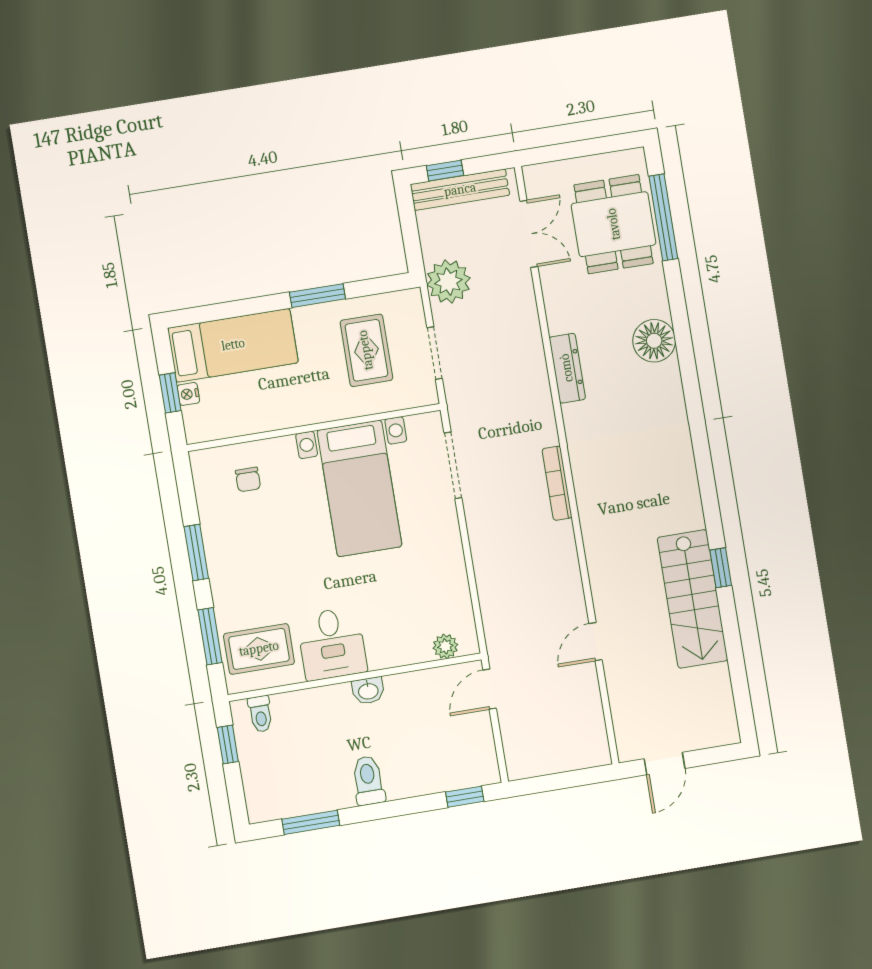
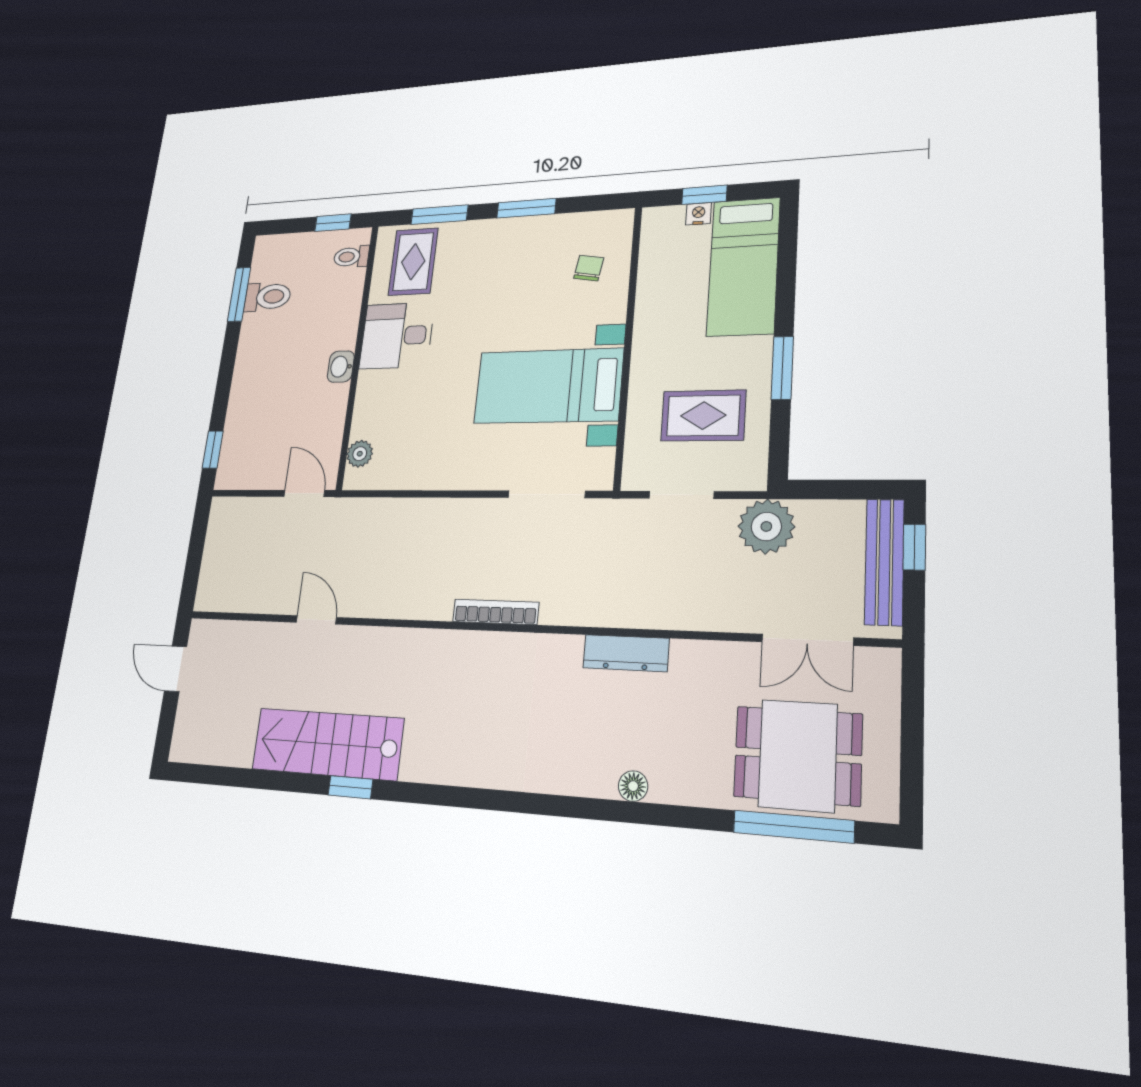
floor lamp: (654, 341) -> (633, 786), width x0.53, depth x0.53
chair: (248, 479) -> (589, 268), turned 100
toilet: (368, 780) -> (267, 297), moved

